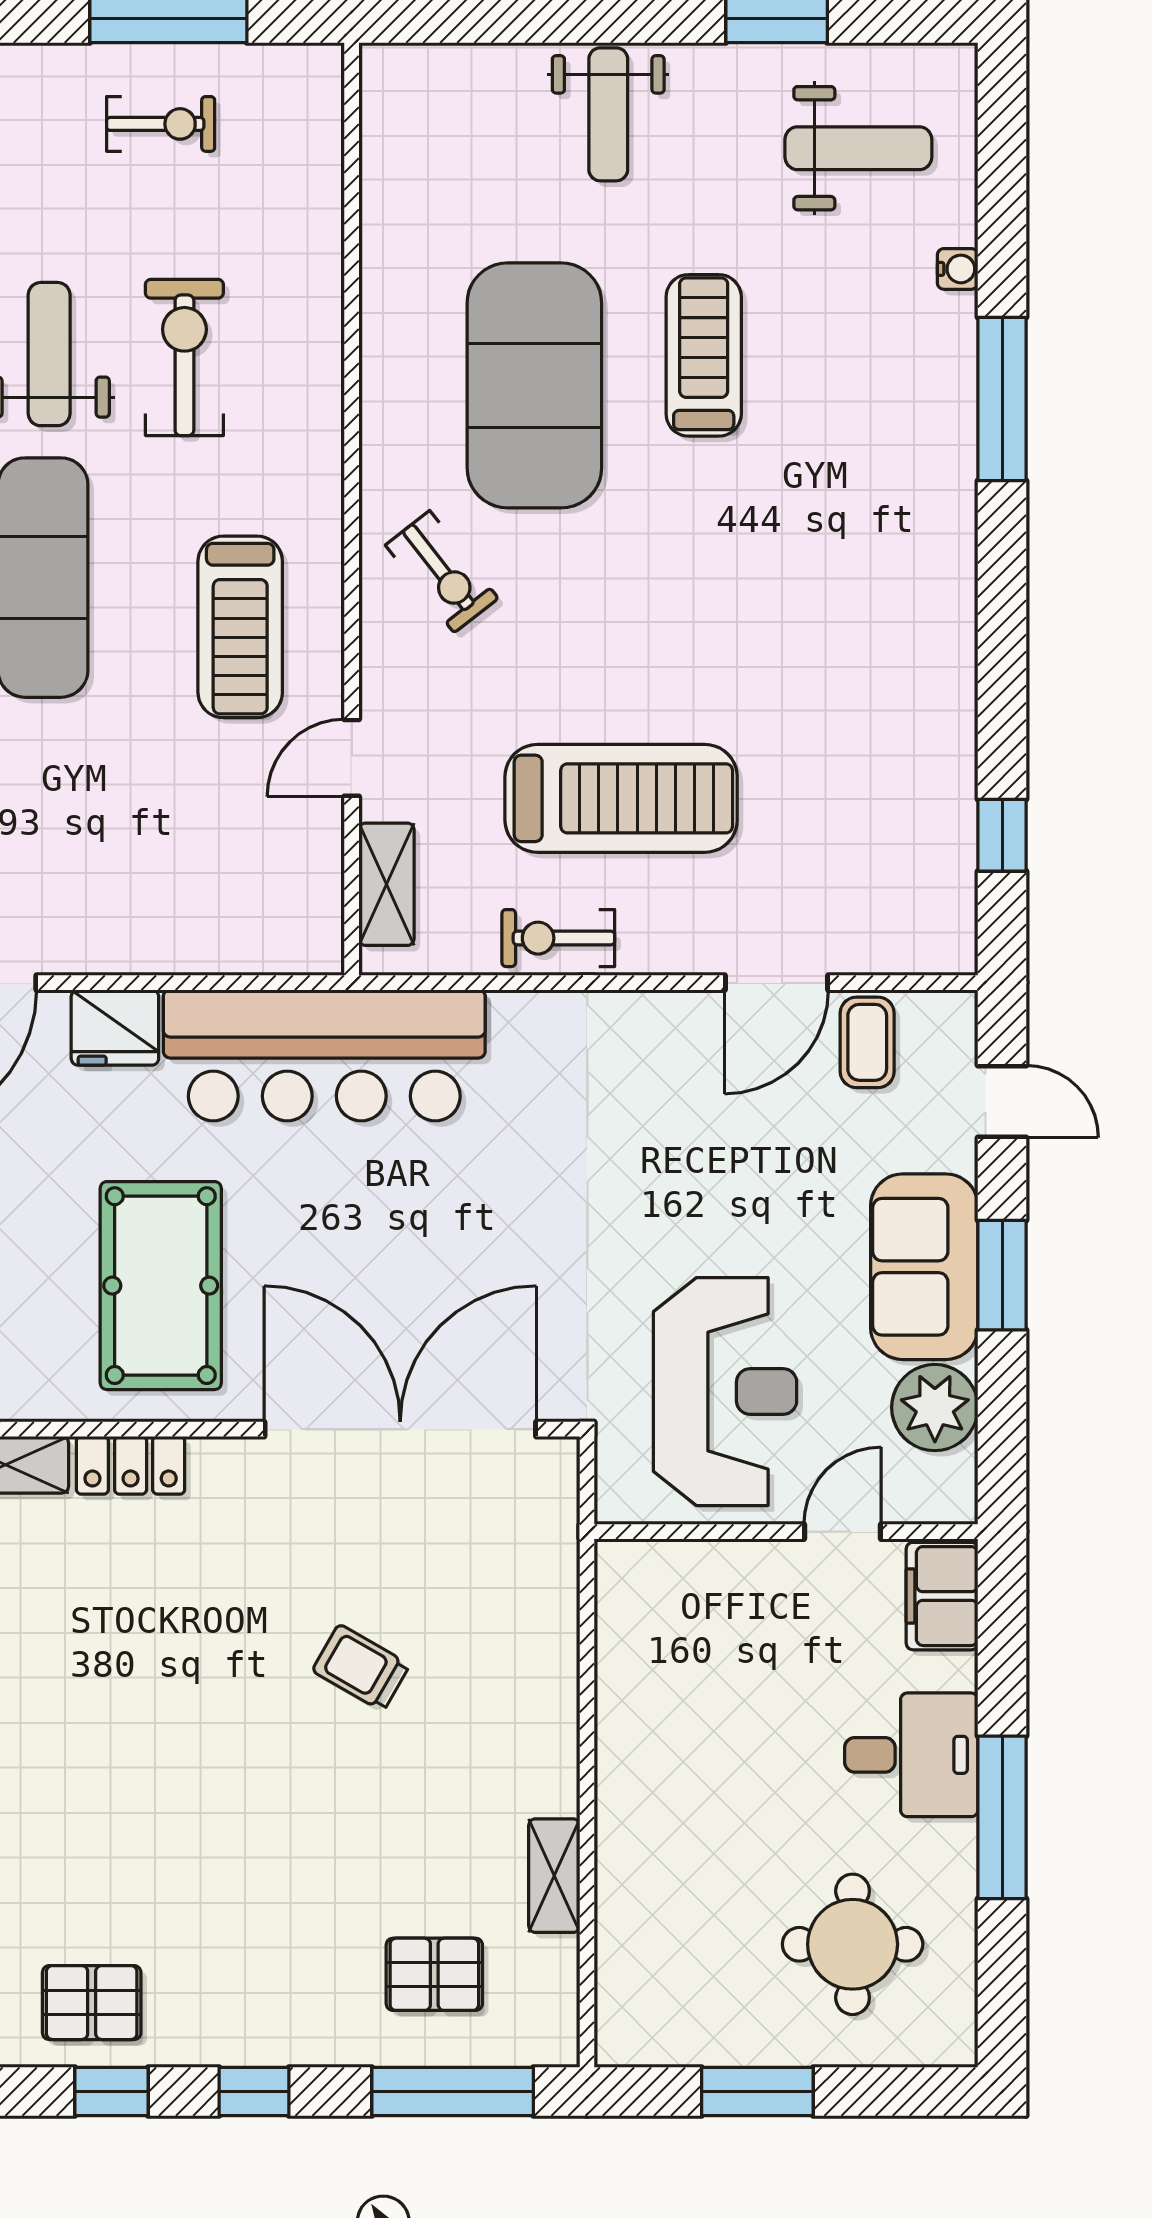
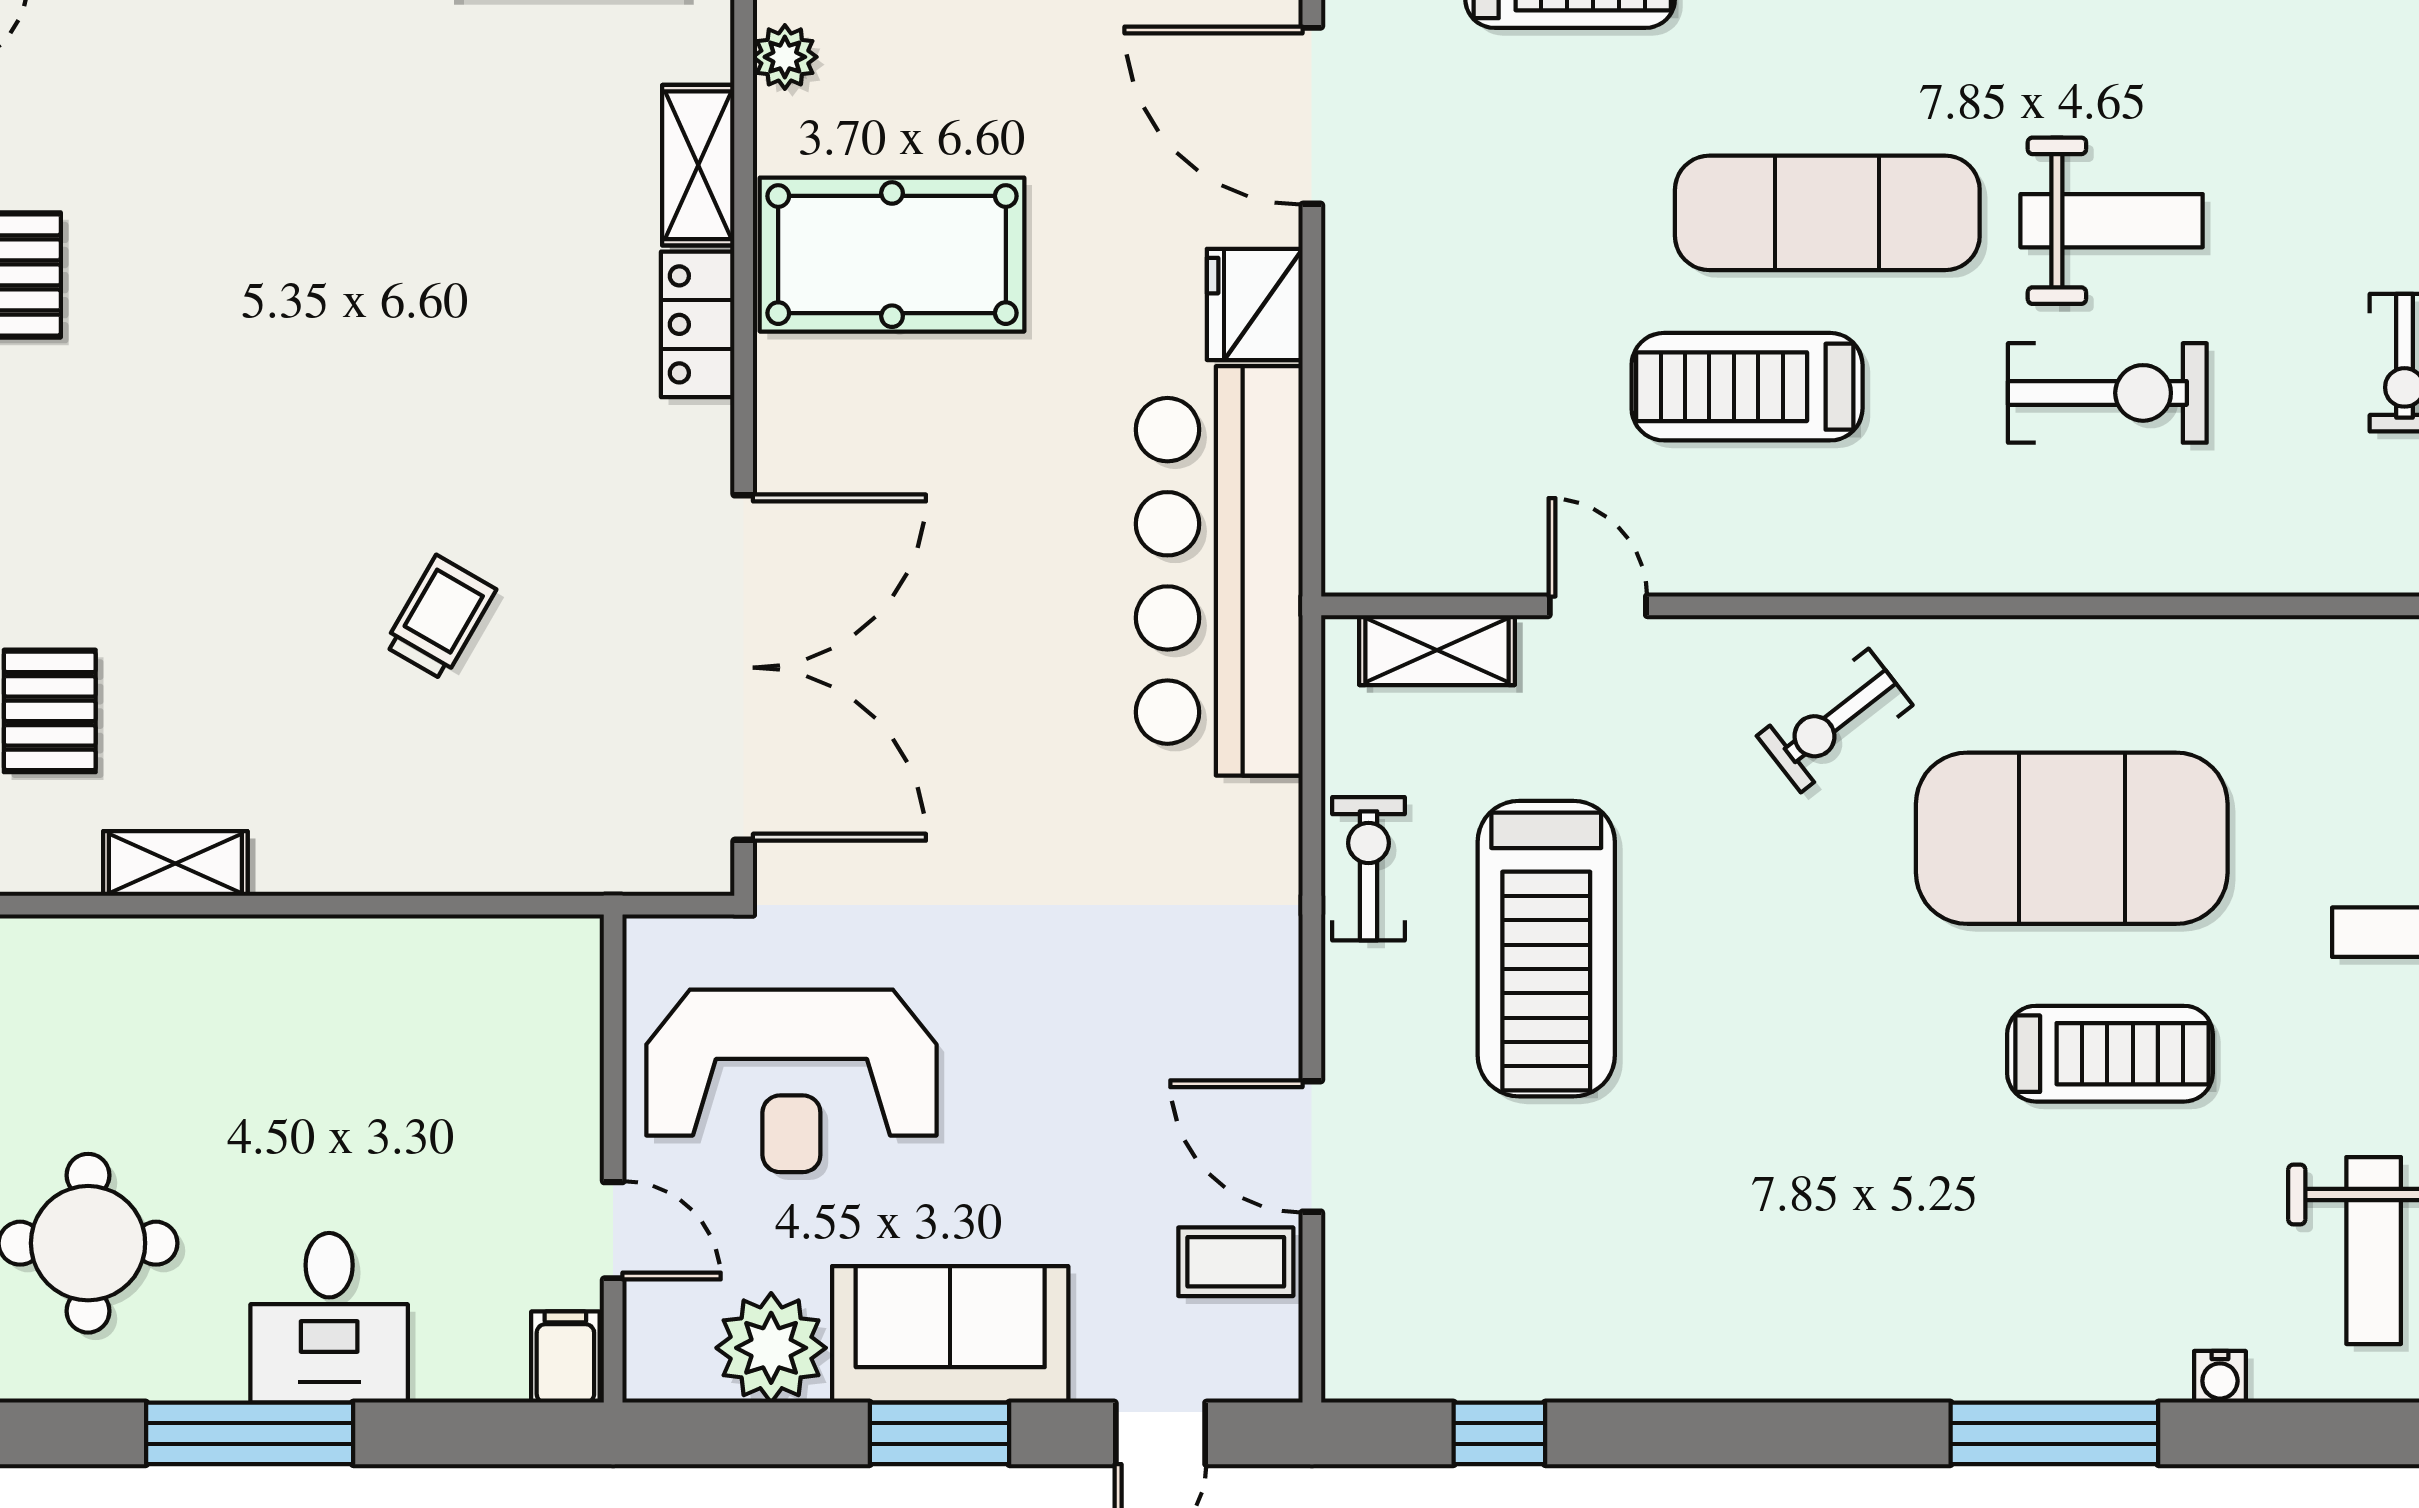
treadmill: (240, 627) -> (1747, 387), moved
pool table: (161, 1286) -> (892, 255), moved
filing cabinet: (942, 1596) -> (565, 1357), width x0.50

